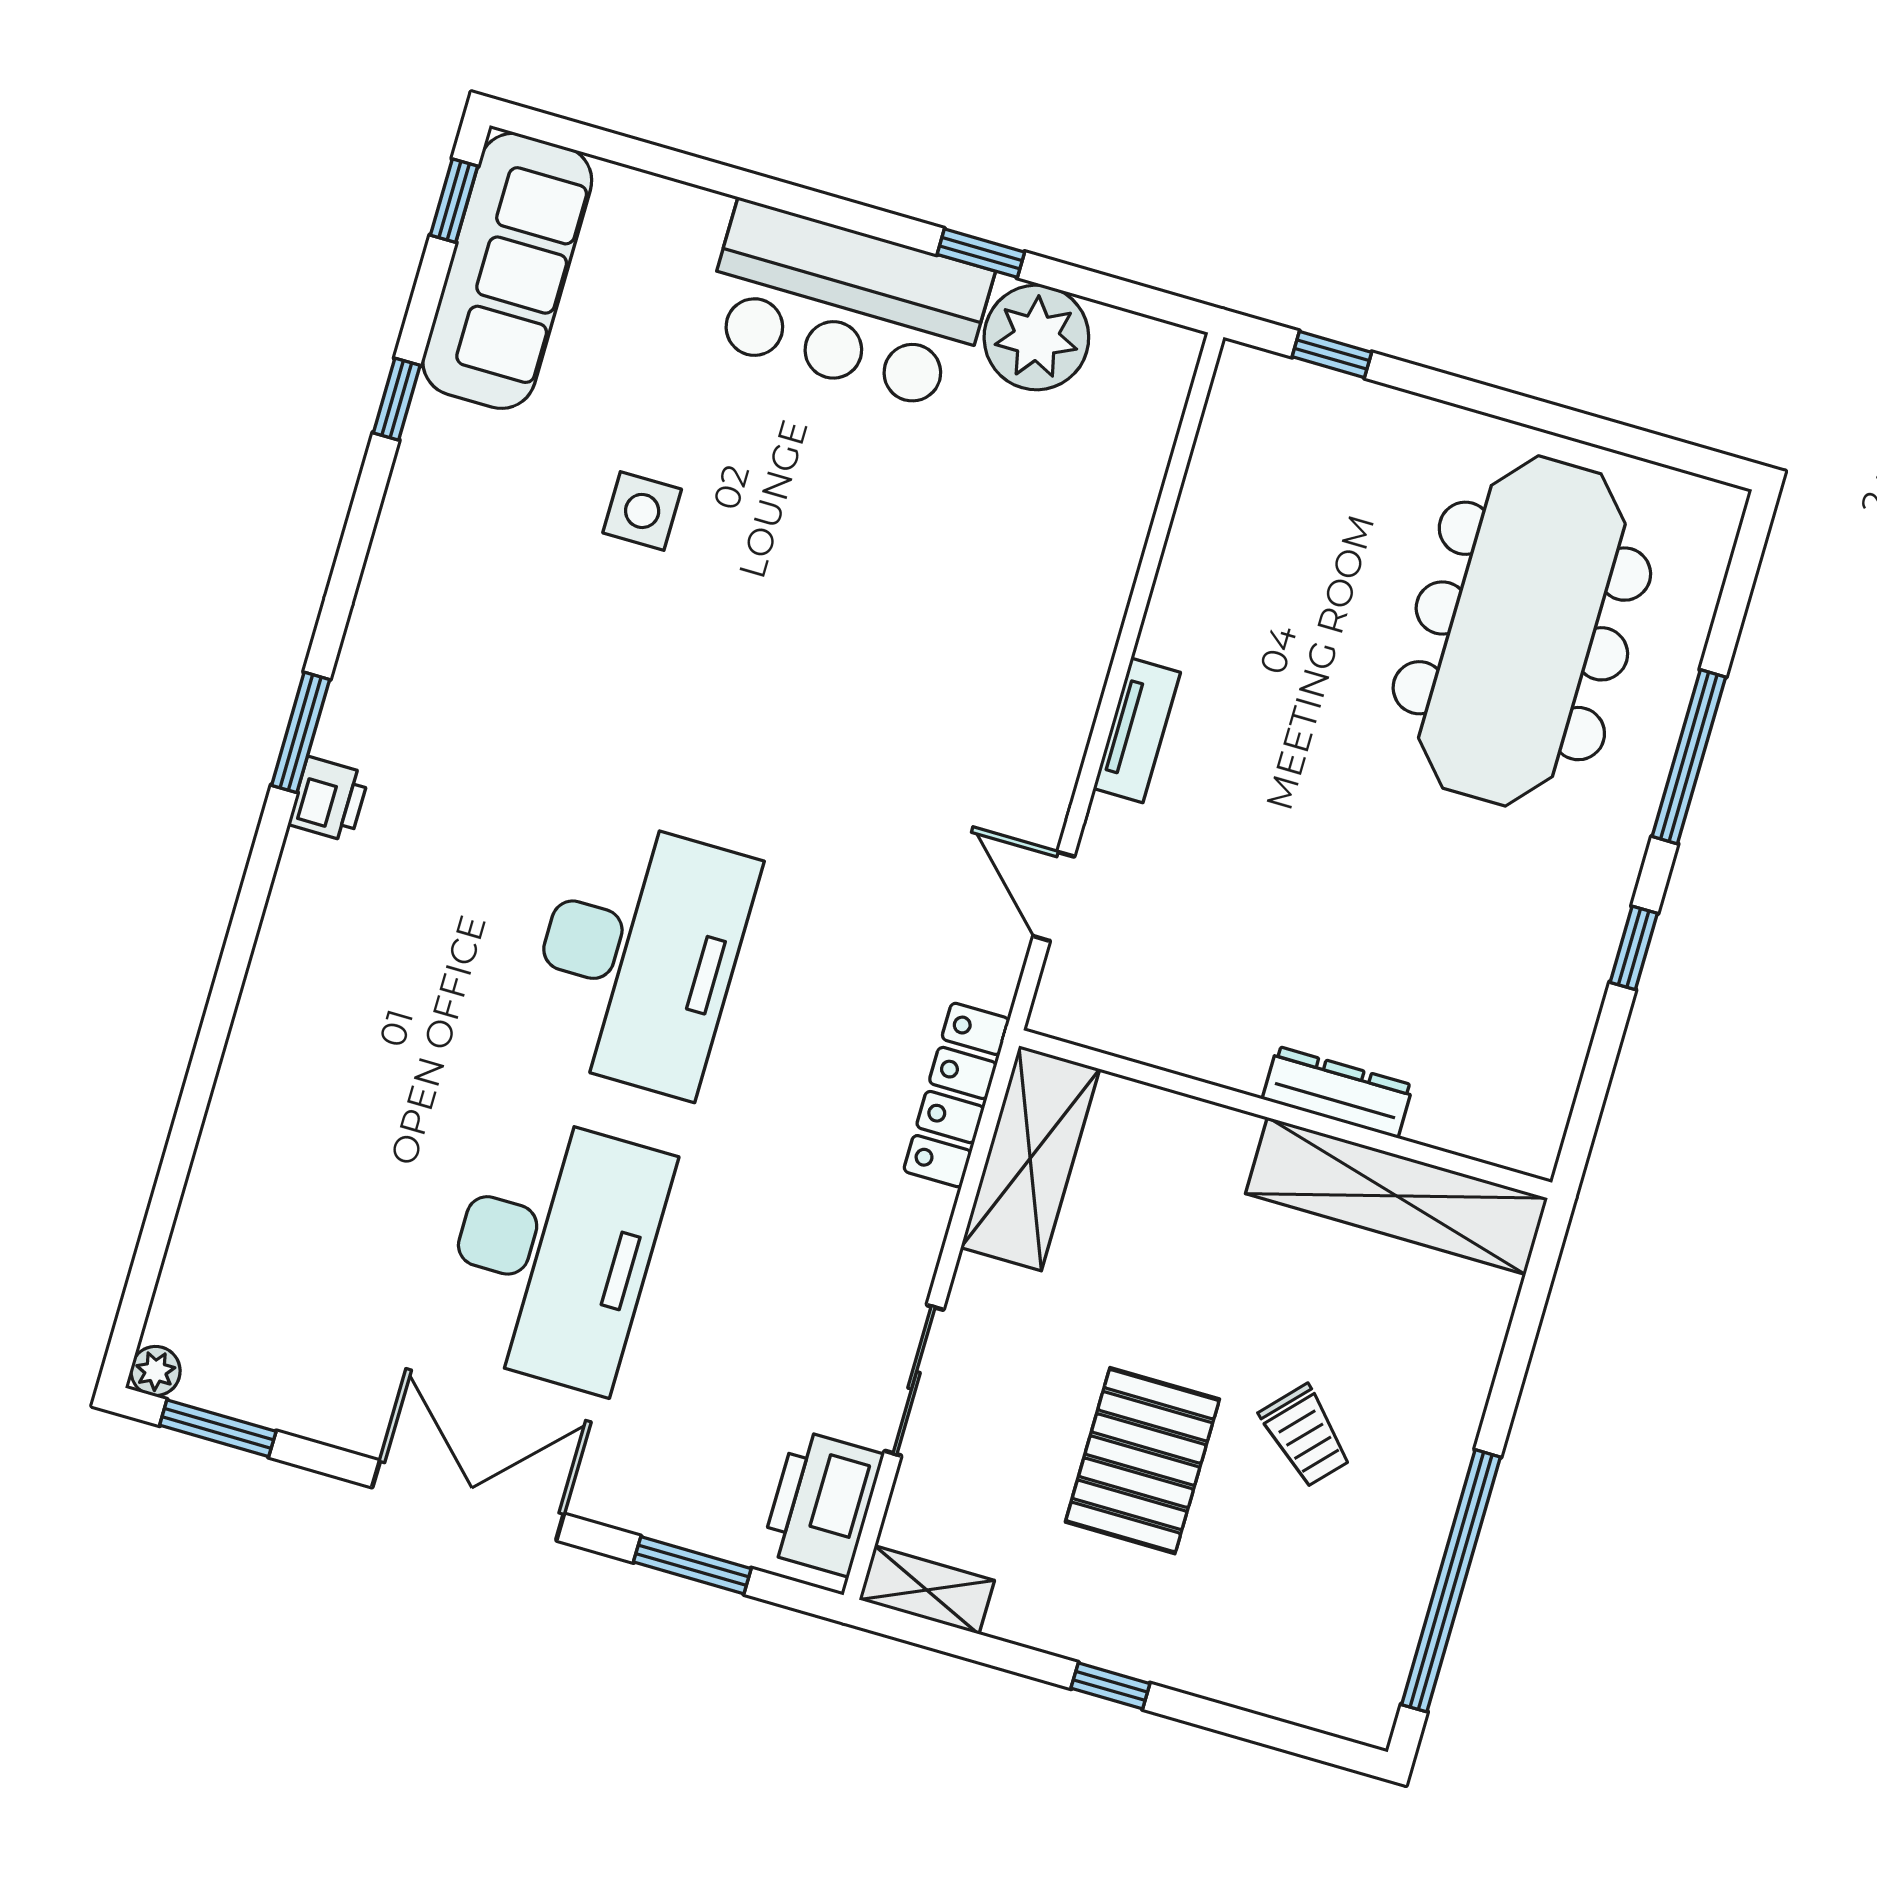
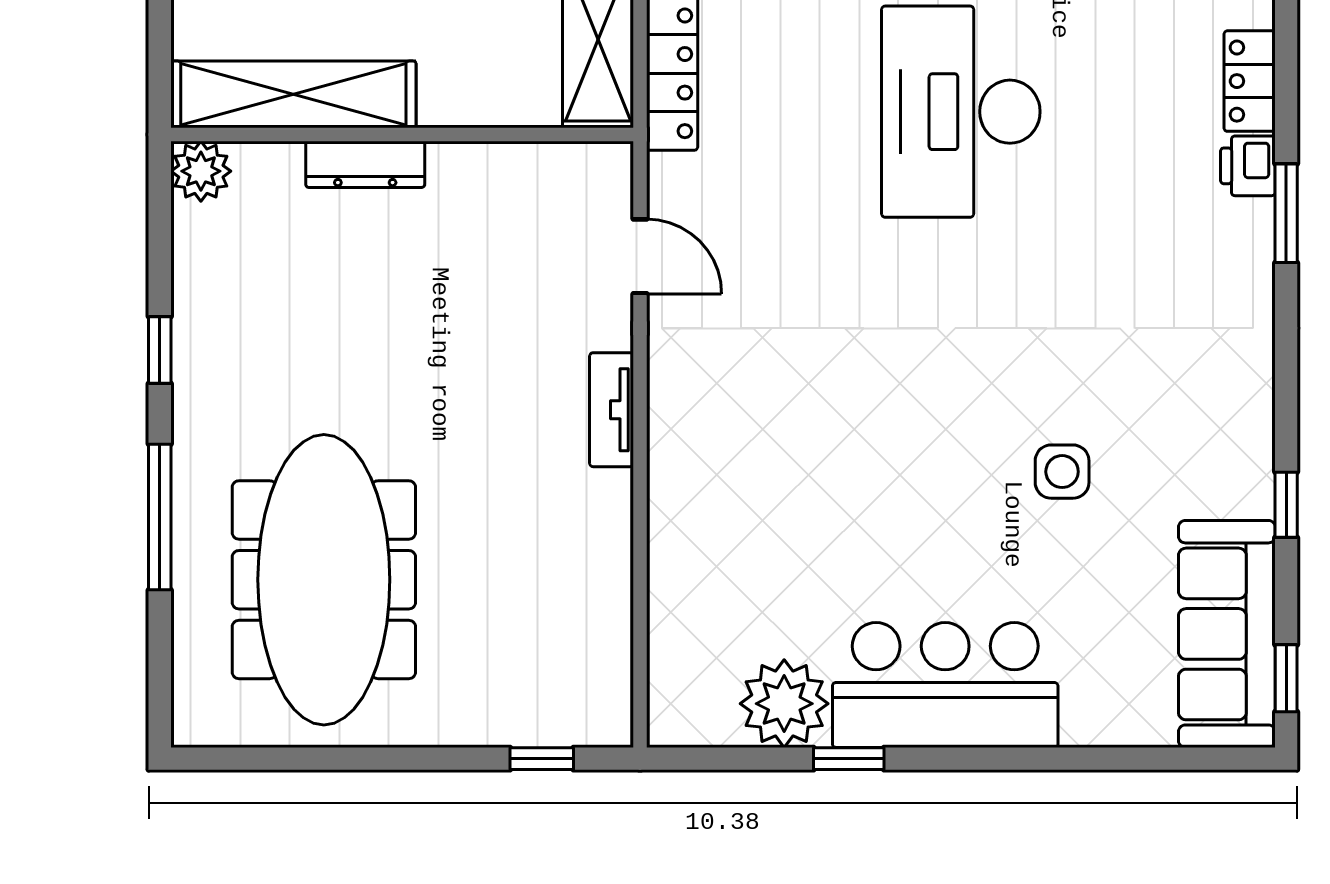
locker: (299, 896) -> (1250, 81), added
plant: (1528, 1139) -> (201, 171), added

